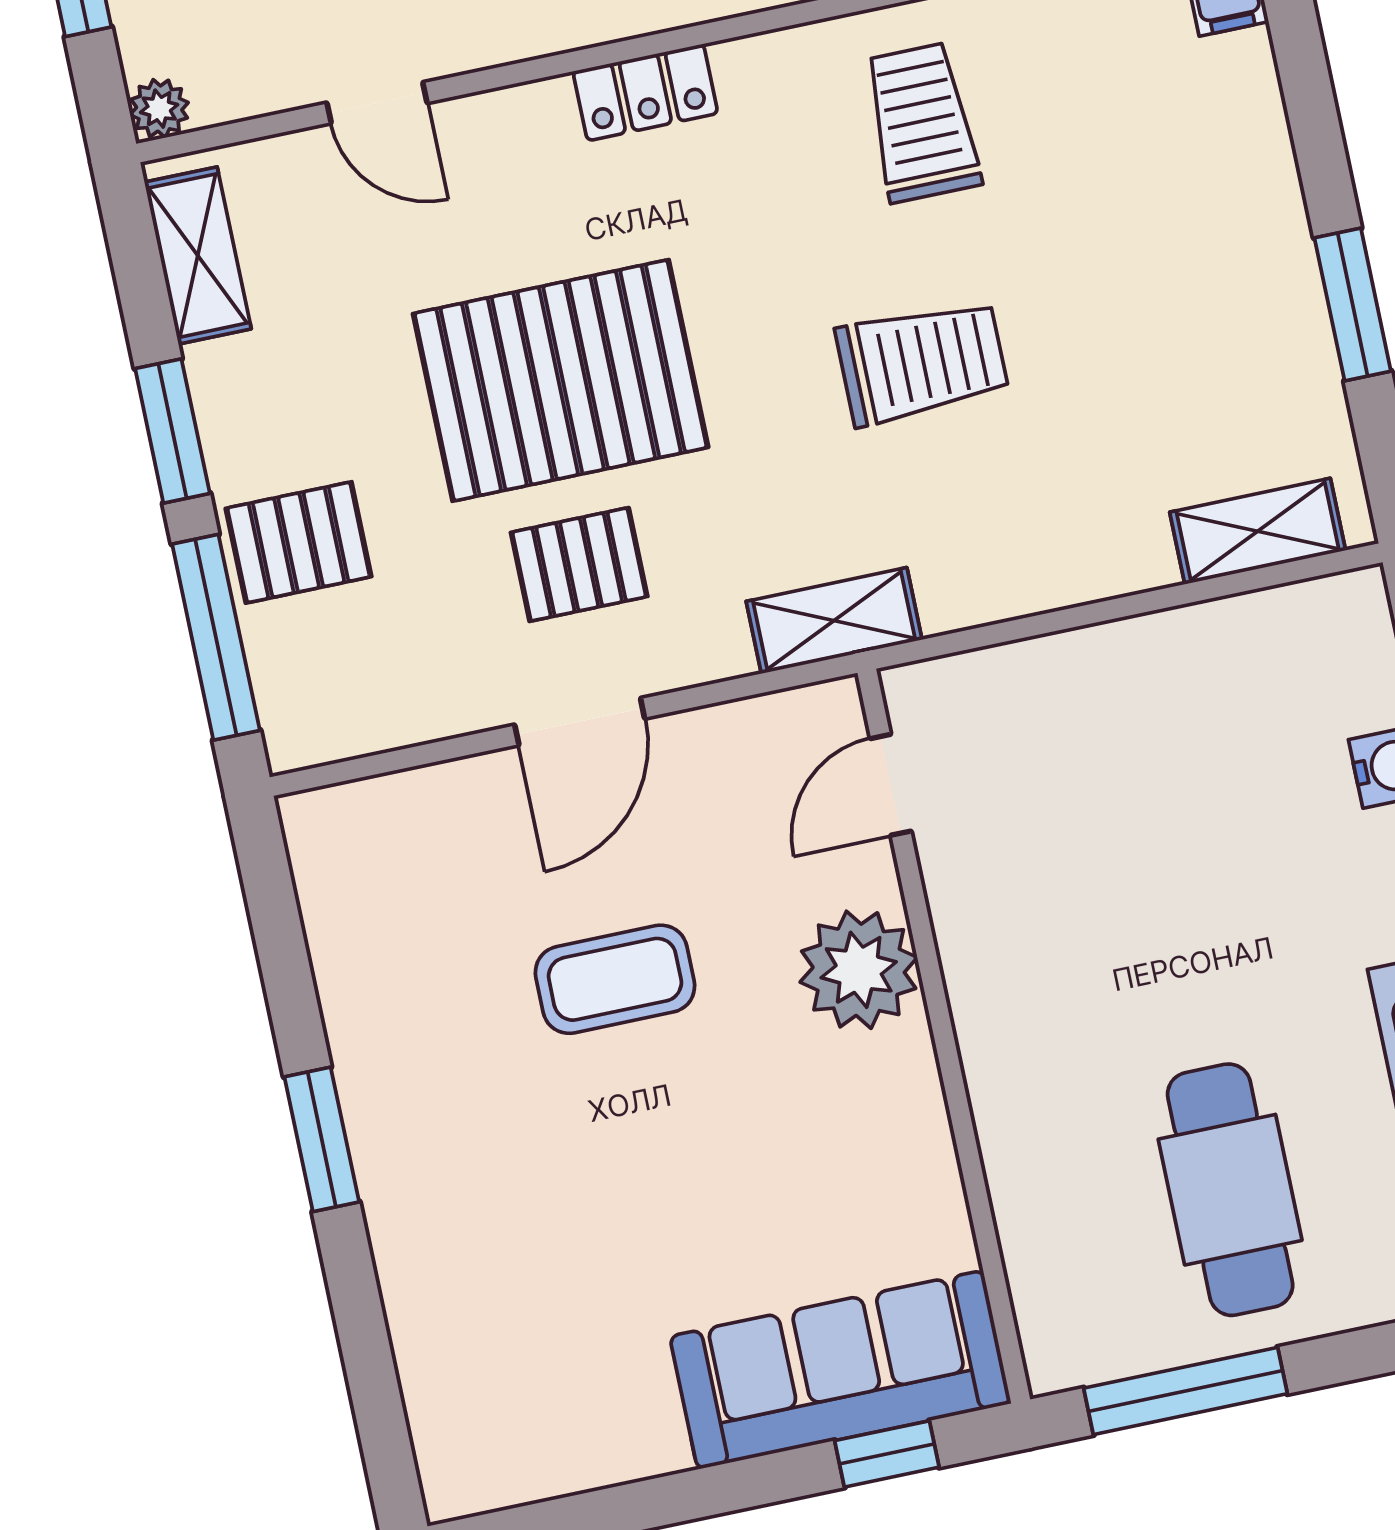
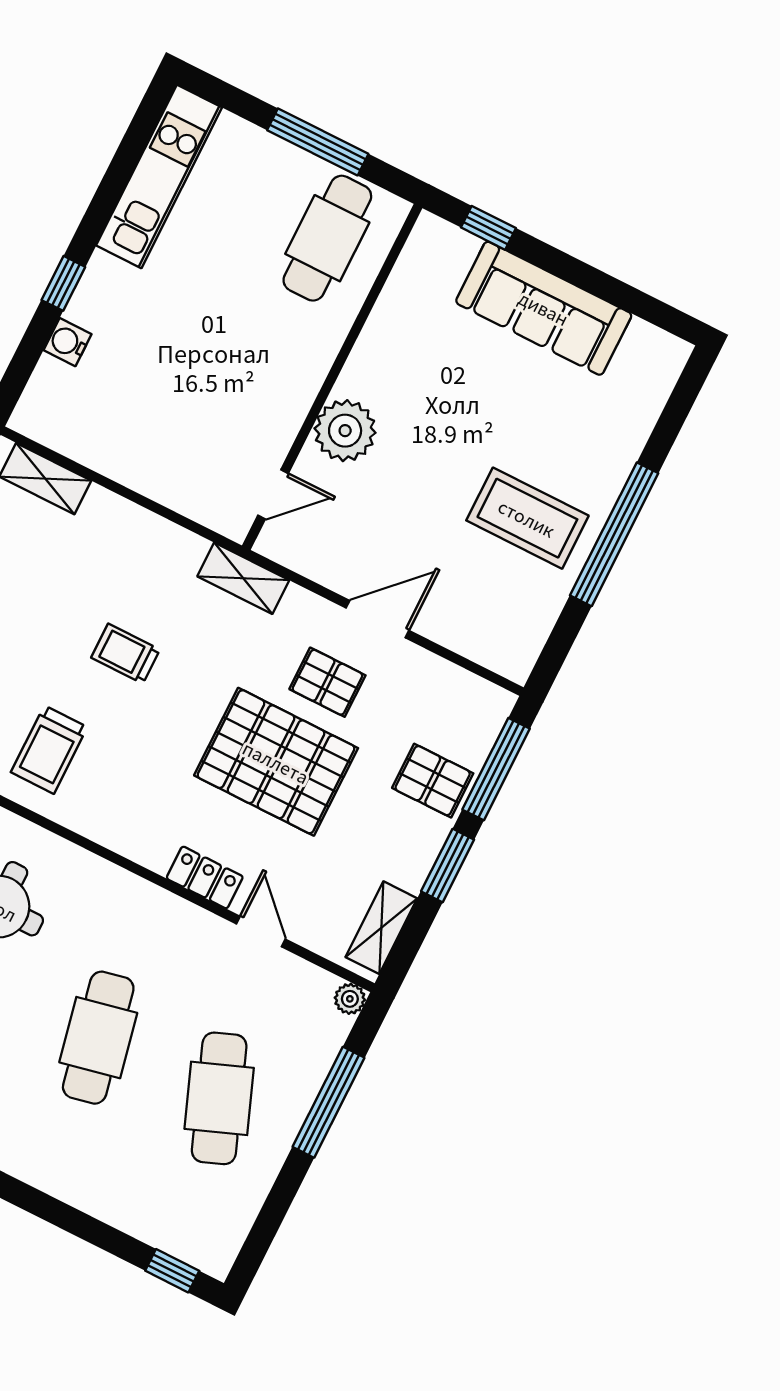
locker: (645, 92) -> (205, 877), moved
trolley: (922, 362) -> (126, 654), width x0.73, depth x0.72
coffee table: (615, 979) -> (527, 518), moved, width x1.36, depth x1.32
window: (322, 1139) -> (614, 534), width x2.11
cafe table: (1230, 1190) -> (327, 238), moved
sofa: (840, 1370) -> (544, 308), moved
window: (1186, 1391) -> (318, 142), moved

